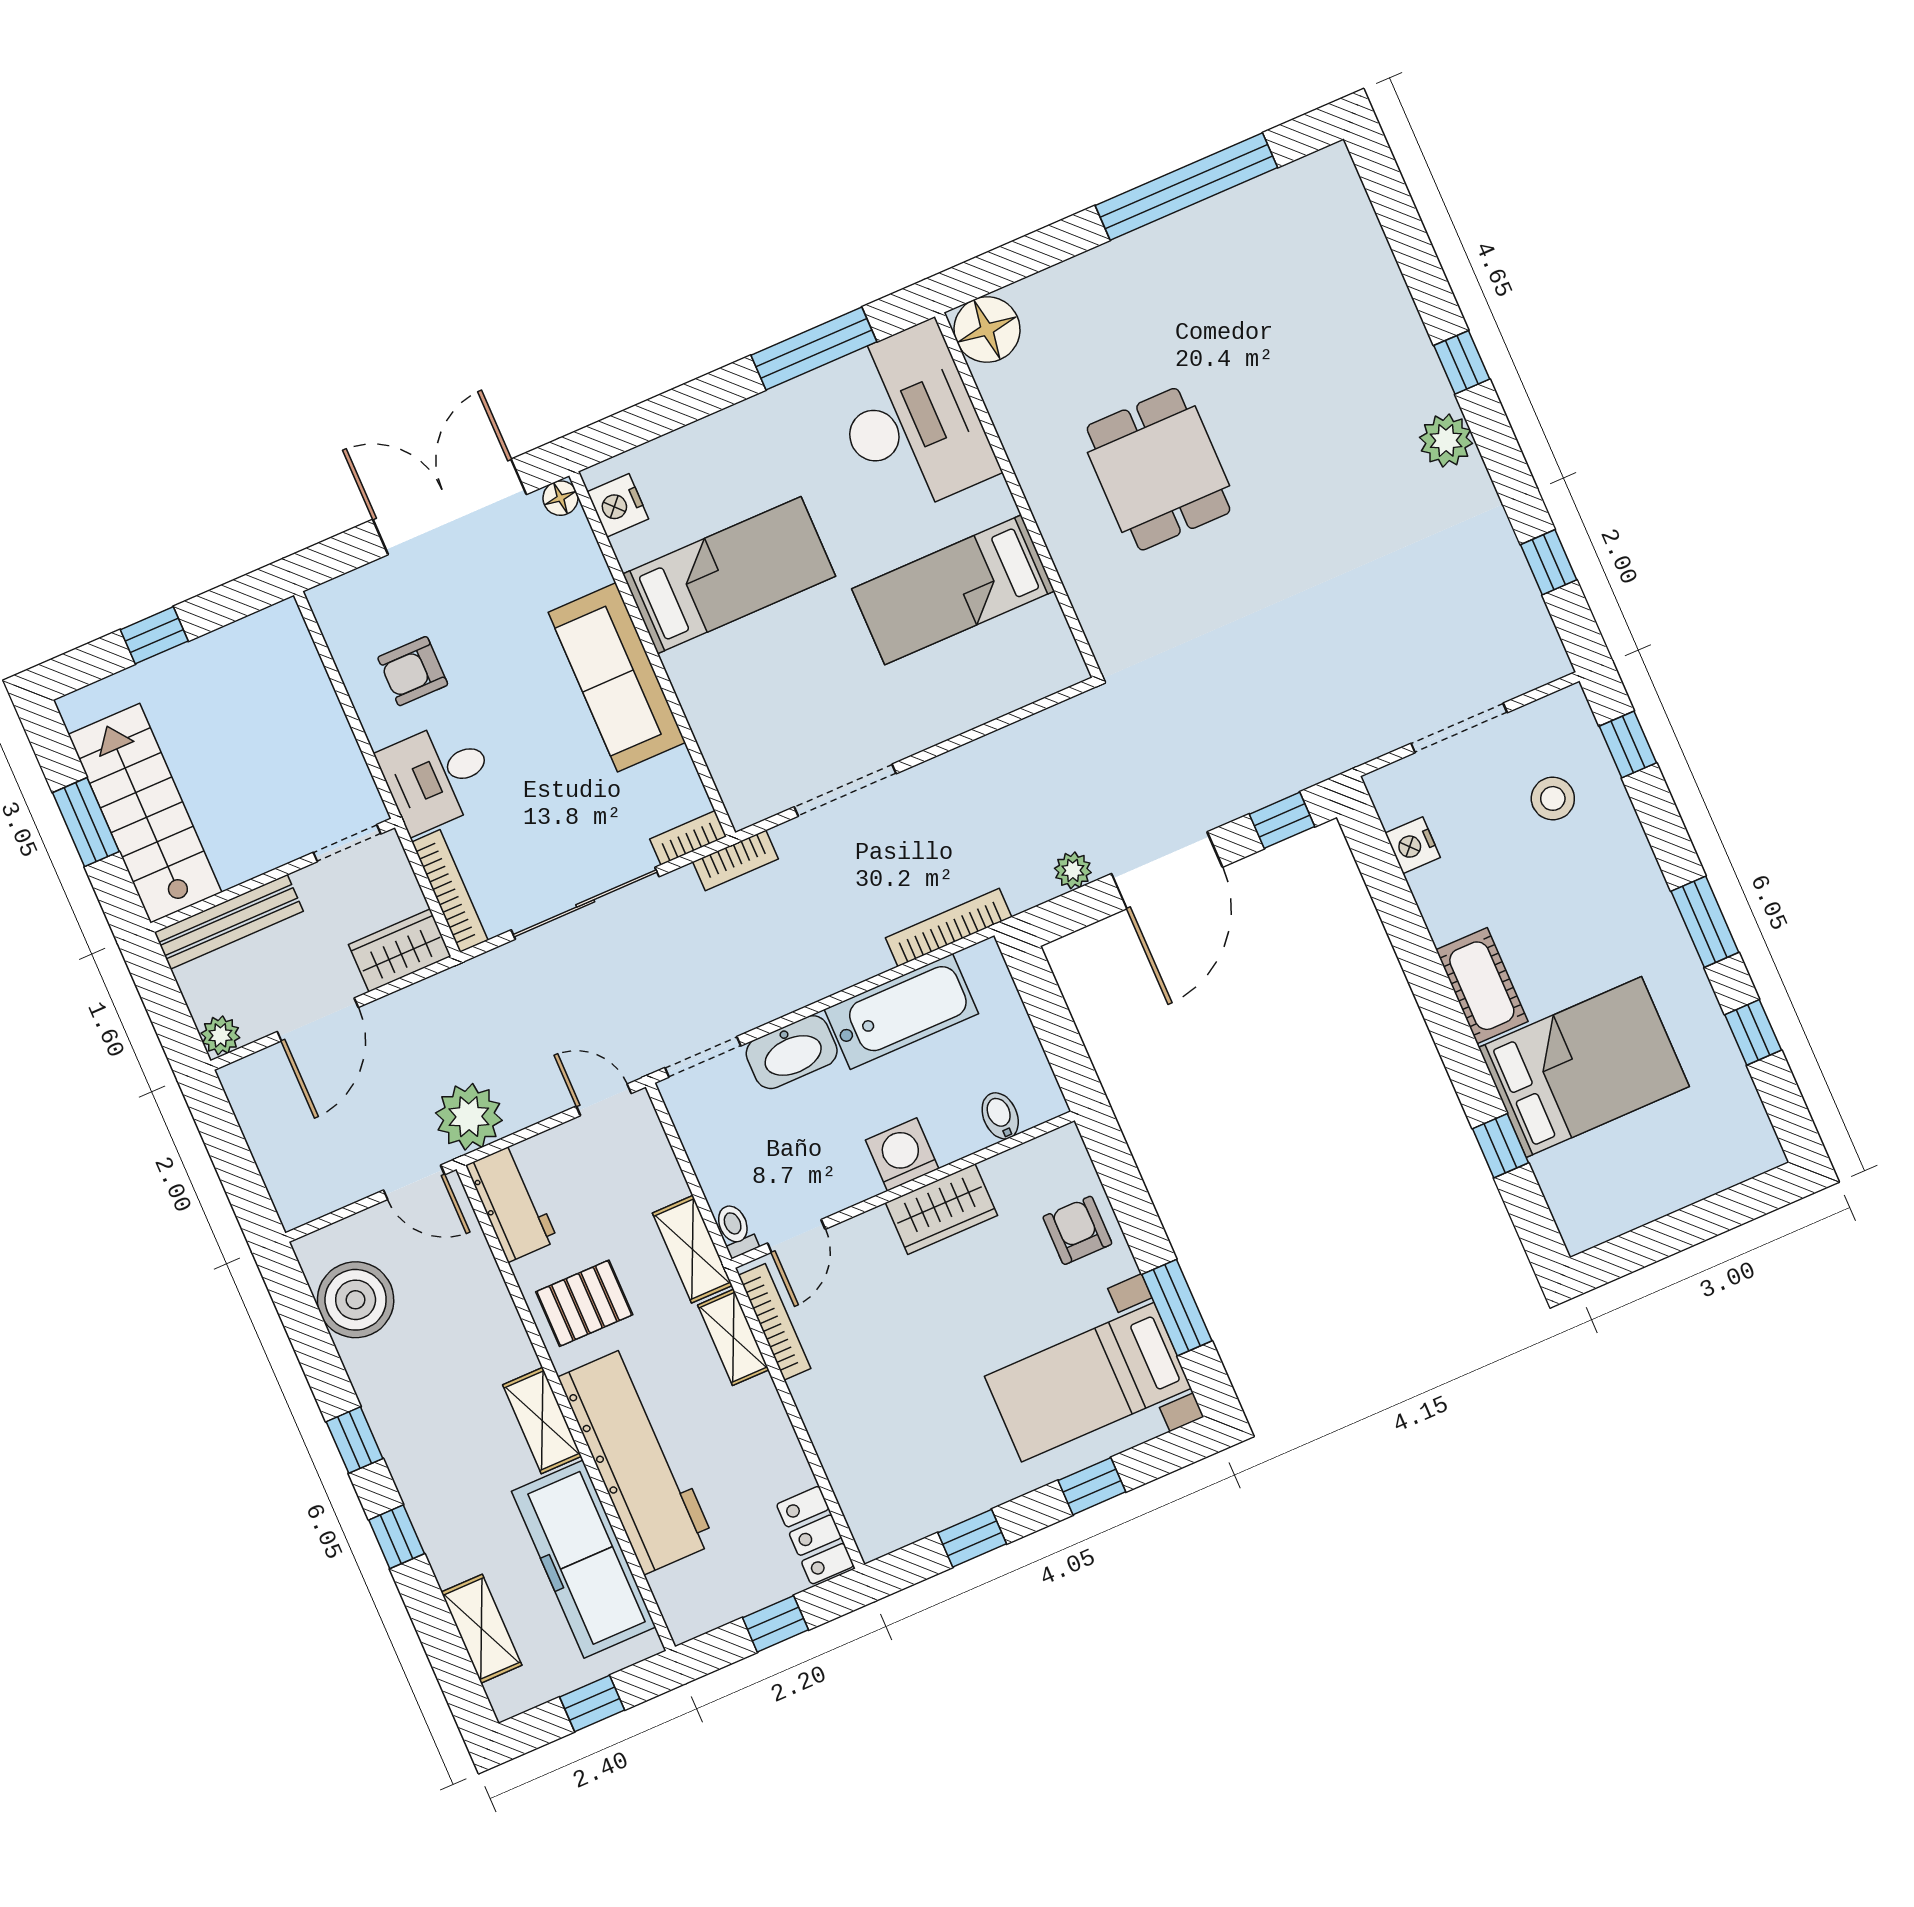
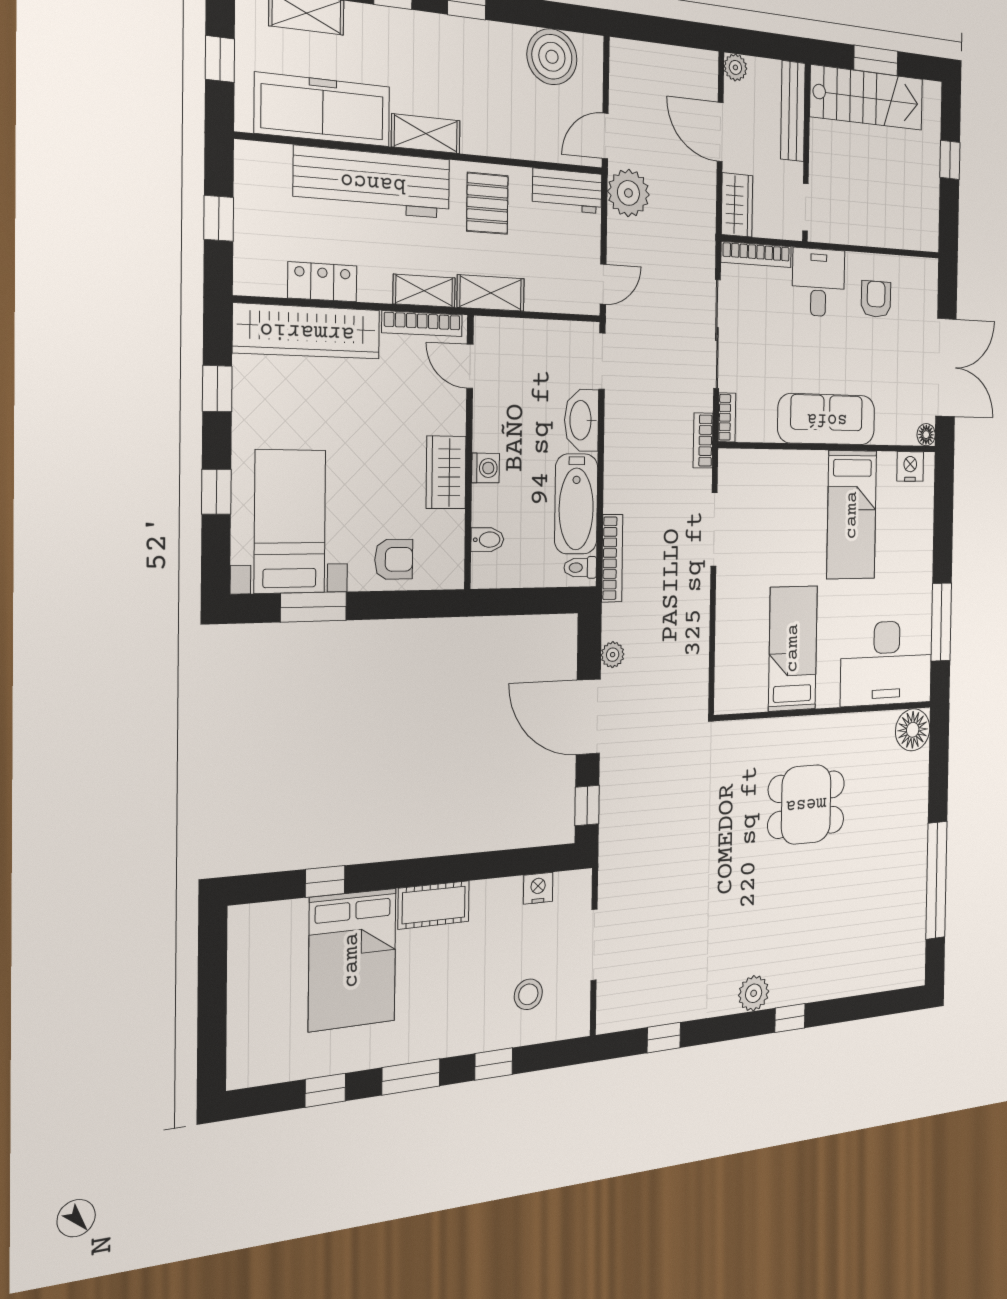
window: (1628, 744) -> (494, 1064), moved
washing machine: (902, 1154) -> (486, 468), width x0.73, depth x0.73
toilet: (735, 1230) -> (580, 568), moved, turned 180
wardrobe: (854, 1461) -> (307, 331), added
locker: (815, 1535) -> (322, 282), moved

